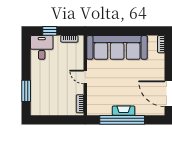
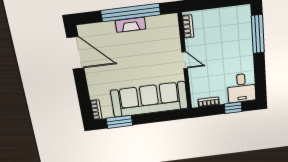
window: (144, 31) -> (119, 122), added
window: (26, 91) -> (258, 34), width x1.44

